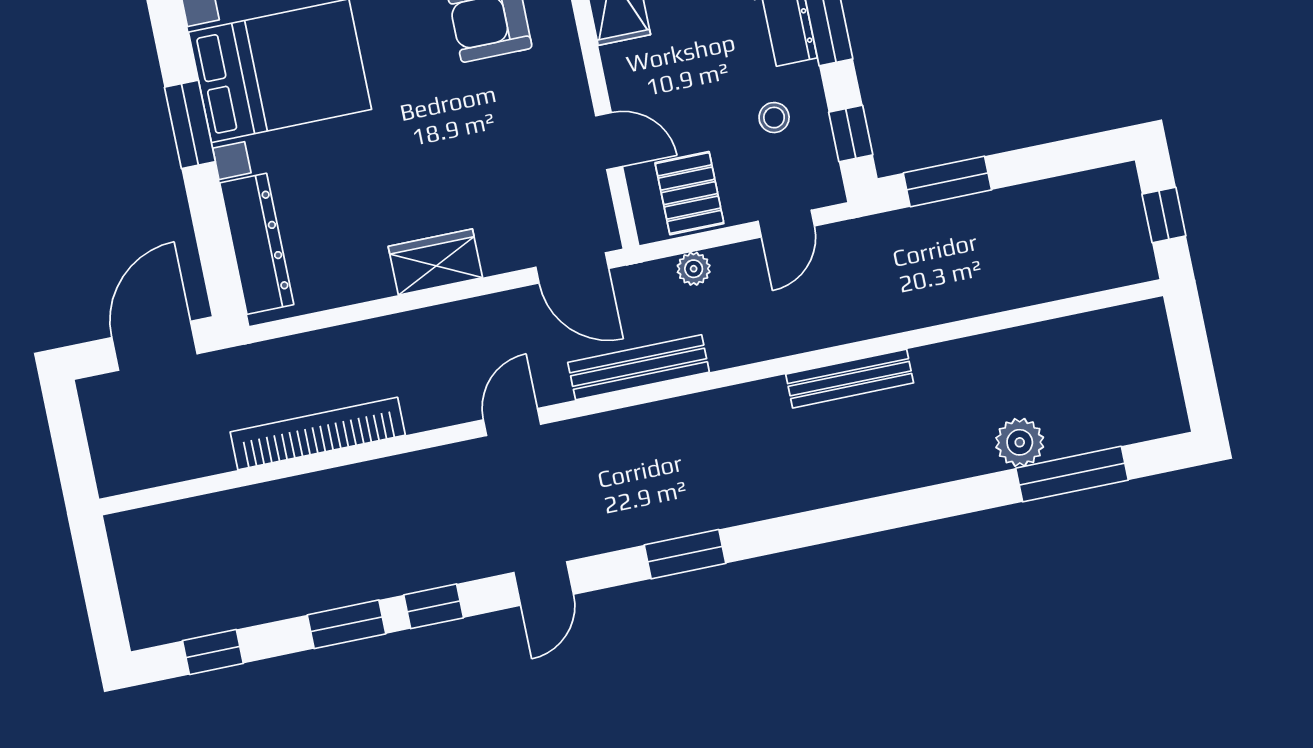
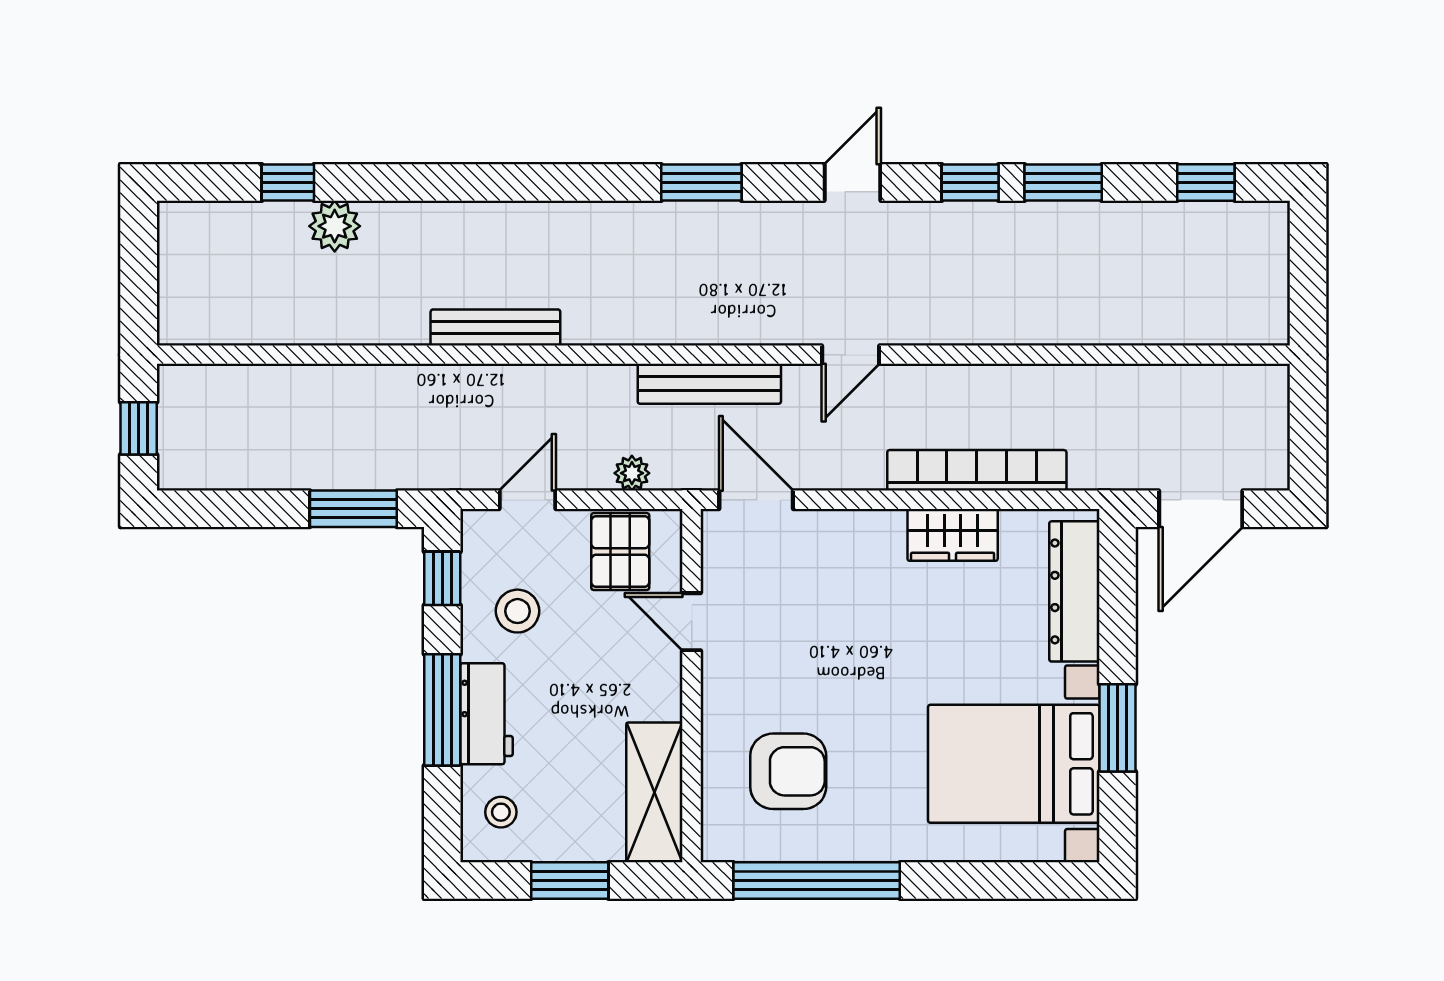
stool: (774, 118) -> (518, 611), width x1.37, depth x1.37
wardrobe: (435, 262) -> (953, 535), moved
bookcase: (318, 434) -> (977, 470), moved, turned 180
window: (1072, 474) -> (288, 182), width x0.46

